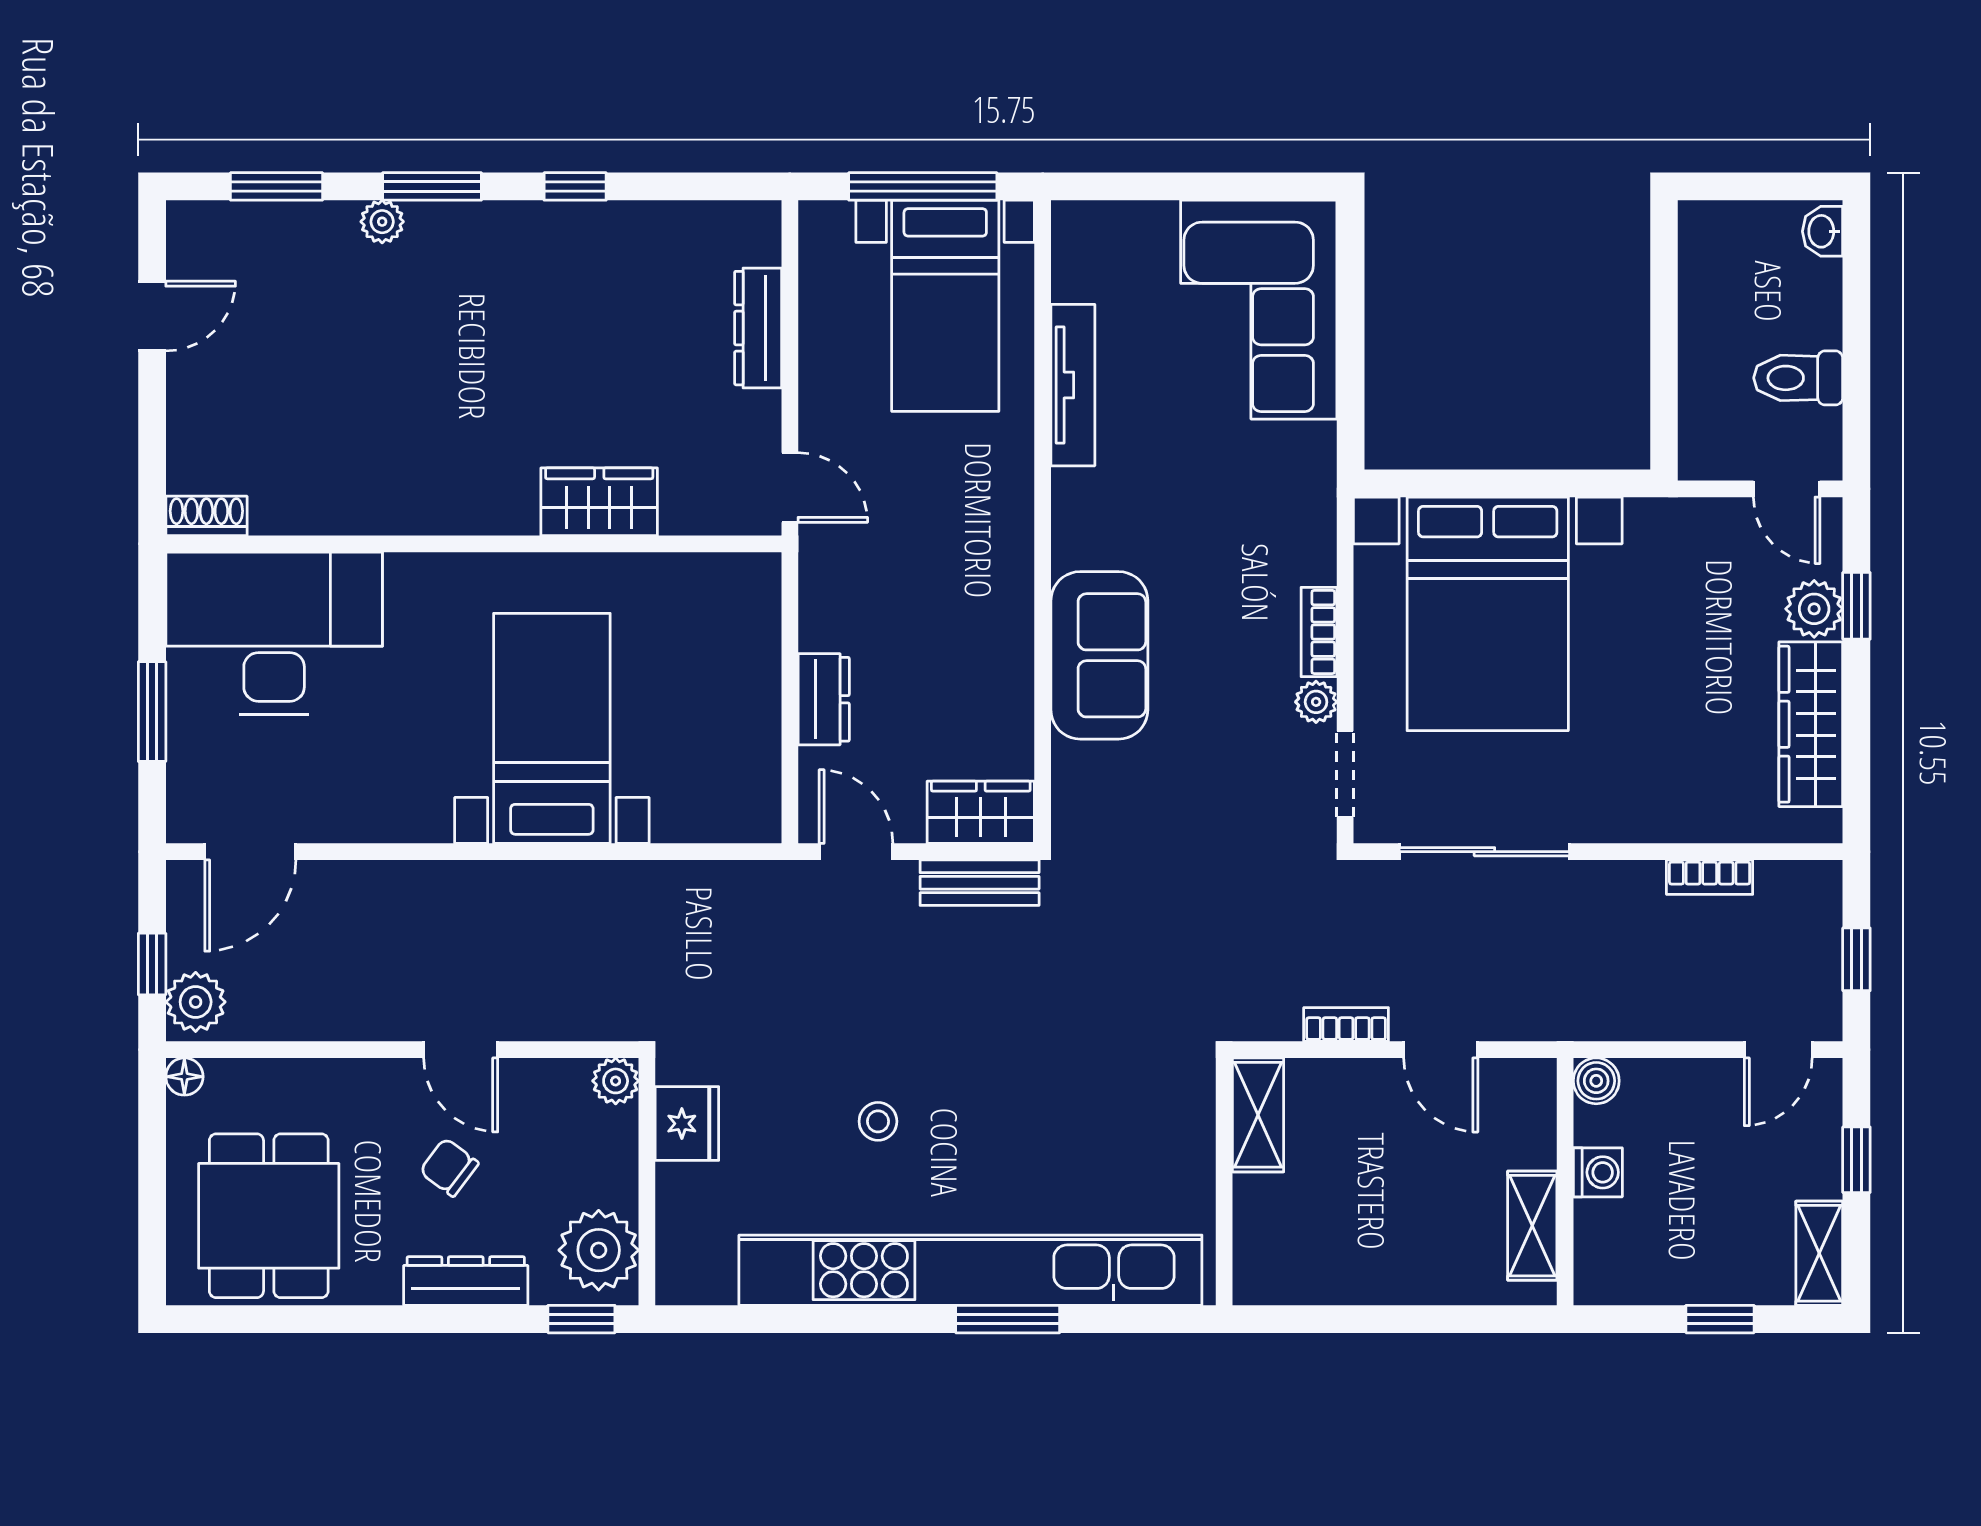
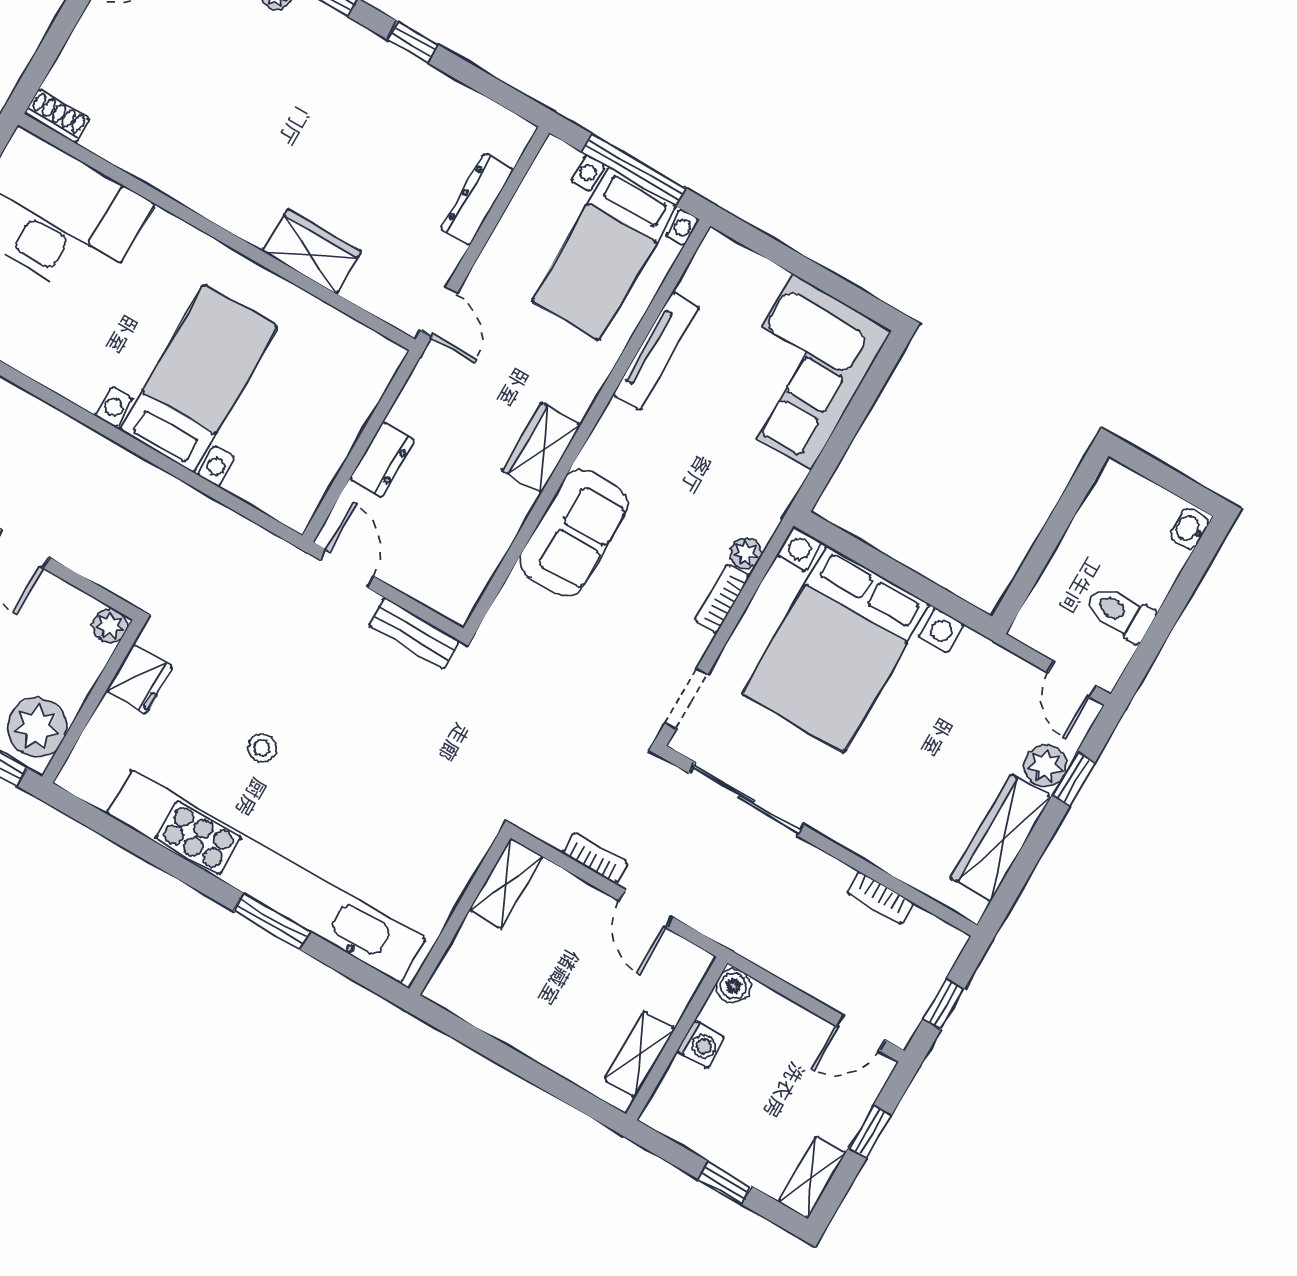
plant: (1316, 702) -> (746, 553), moved
wardrobe: (981, 812) -> (541, 448), moved, turned -90

